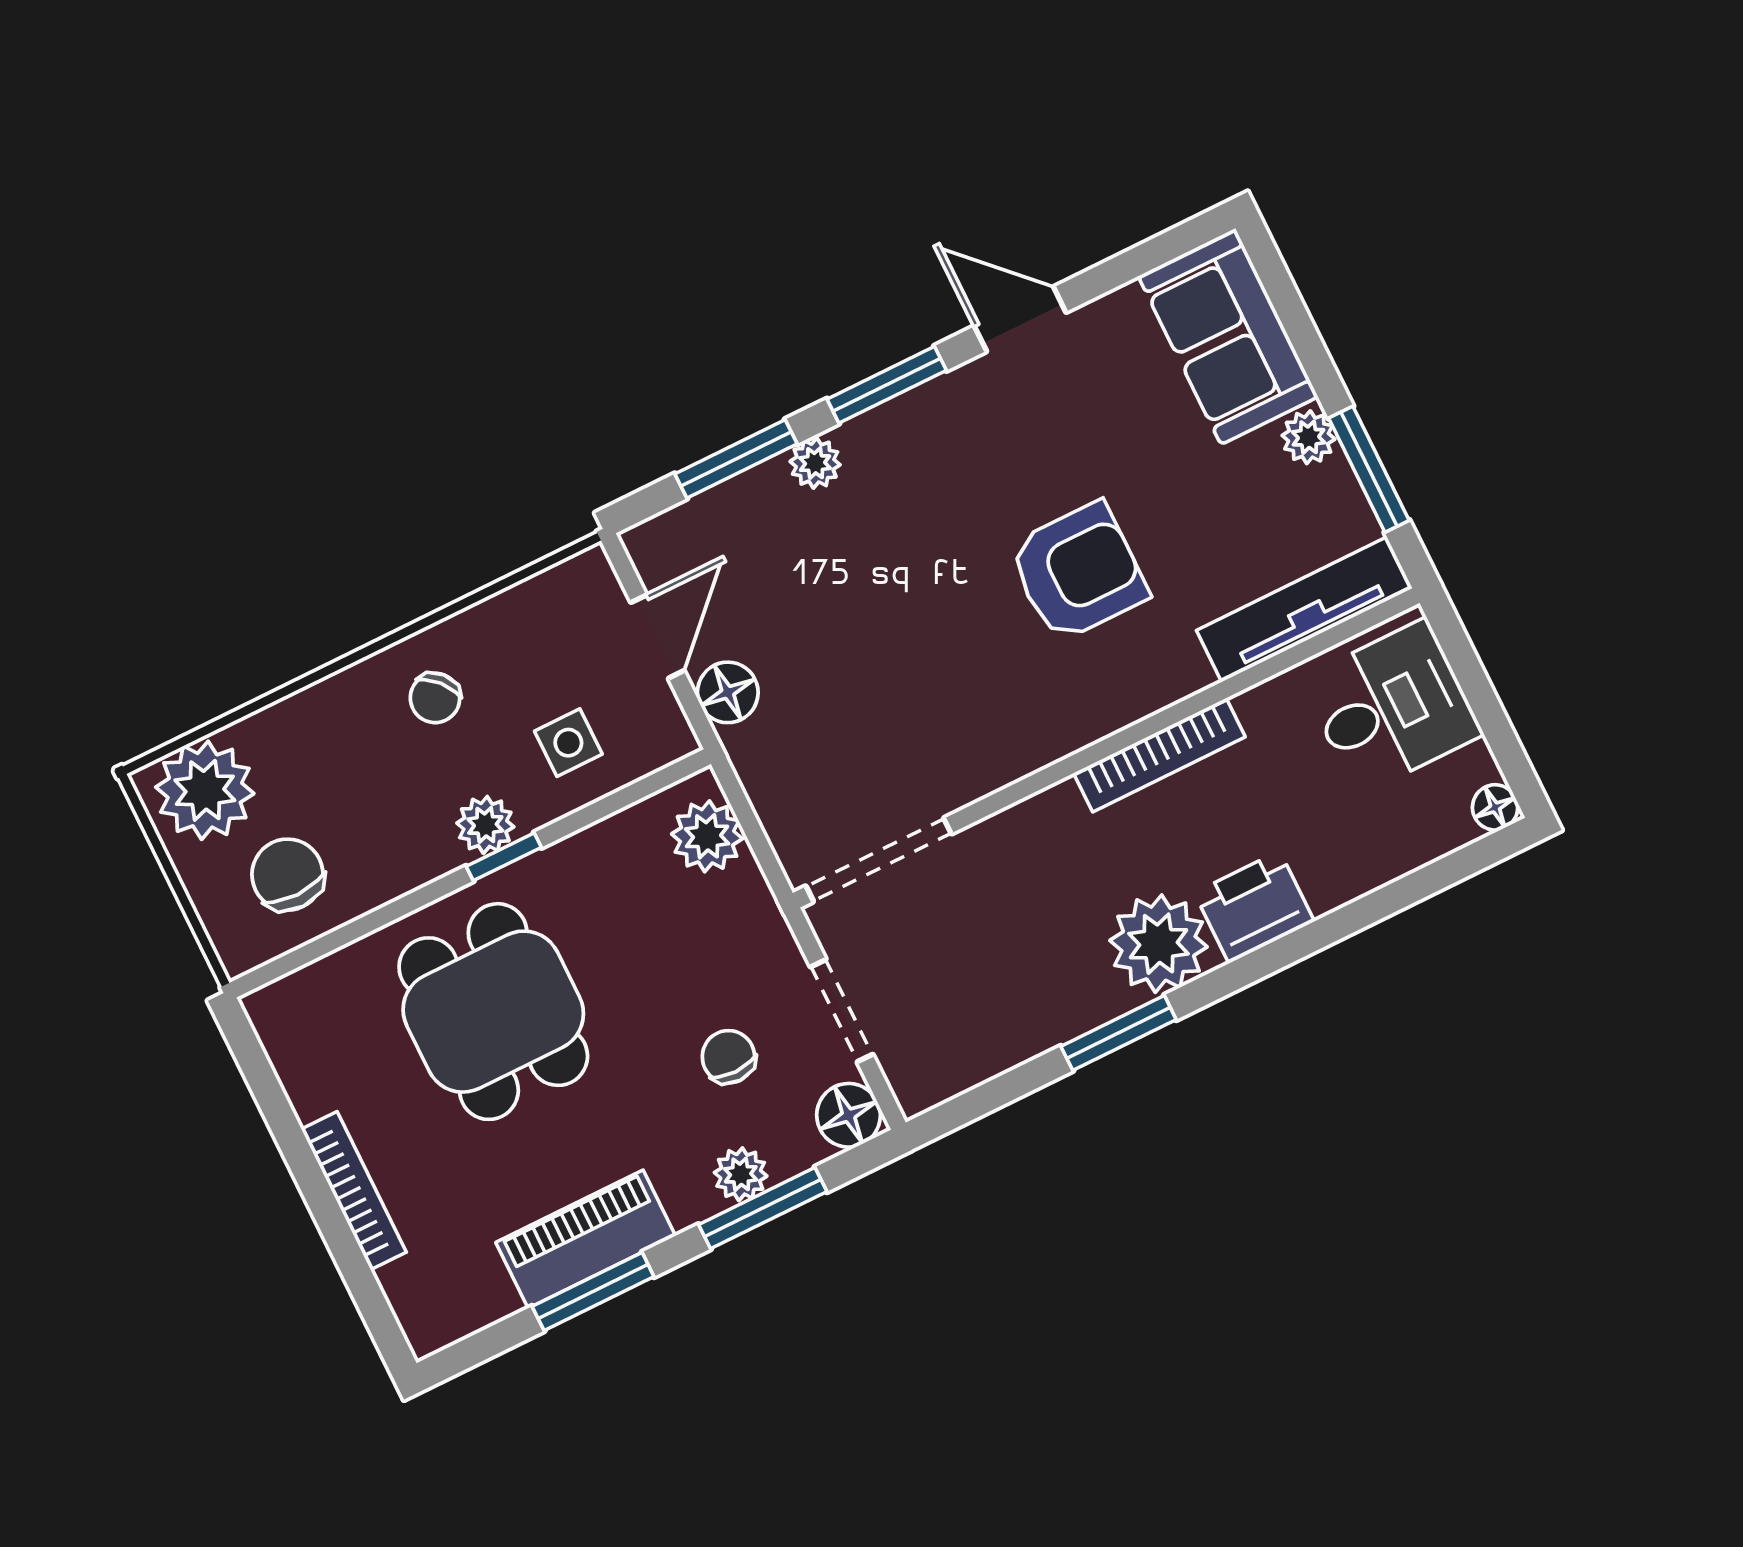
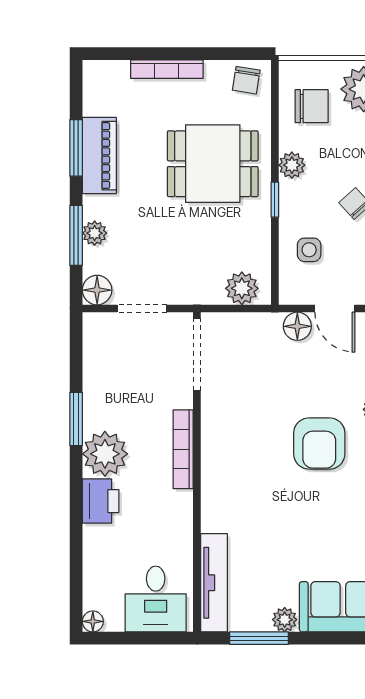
armchair: (1078, 572) -> (319, 443), moved
bookcase: (1159, 755) -> (183, 449), moved
plant: (485, 825) -> (292, 165), moved
chair: (728, 1057) -> (246, 80), moved, turned 99

